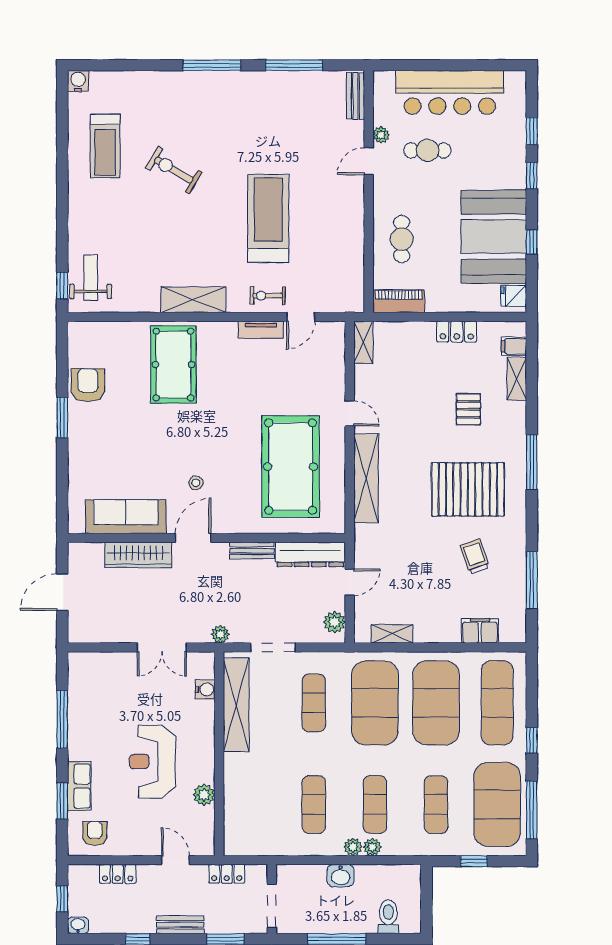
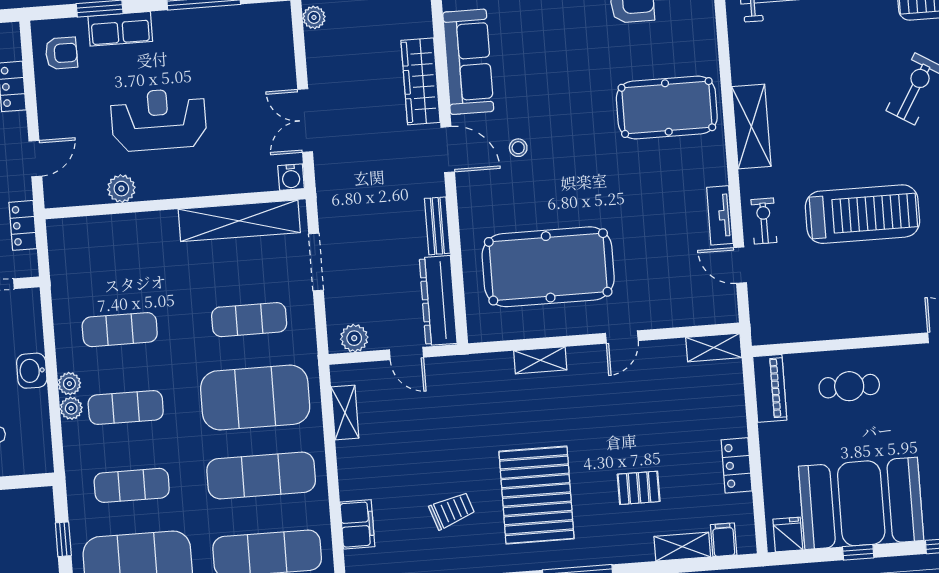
shelving: (366, 478) -> (540, 360), width x0.45, depth x0.75
plant: (220, 634) -> (314, 17), moved
water cooler: (205, 689) -> (291, 177), moved
exercise mat: (436, 703) -> (261, 475), width x0.68

